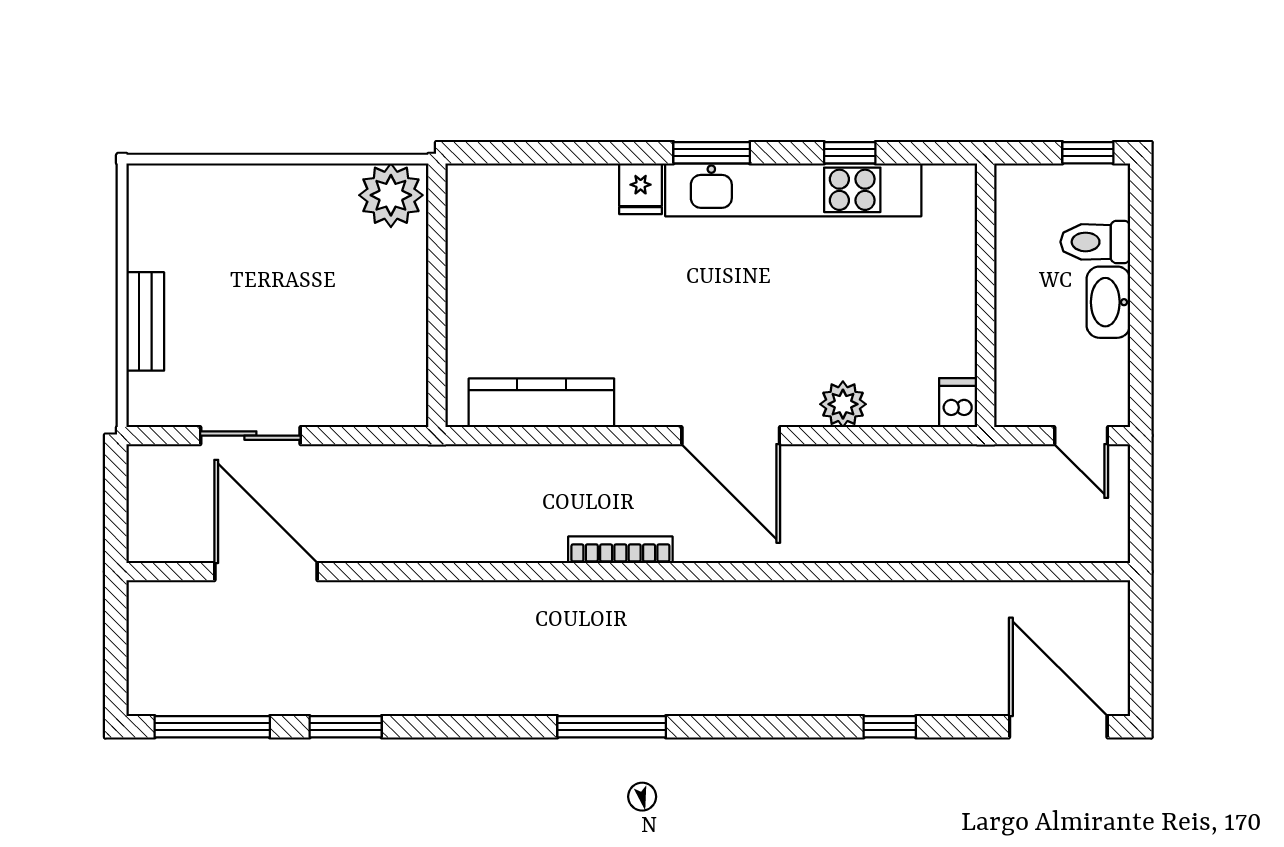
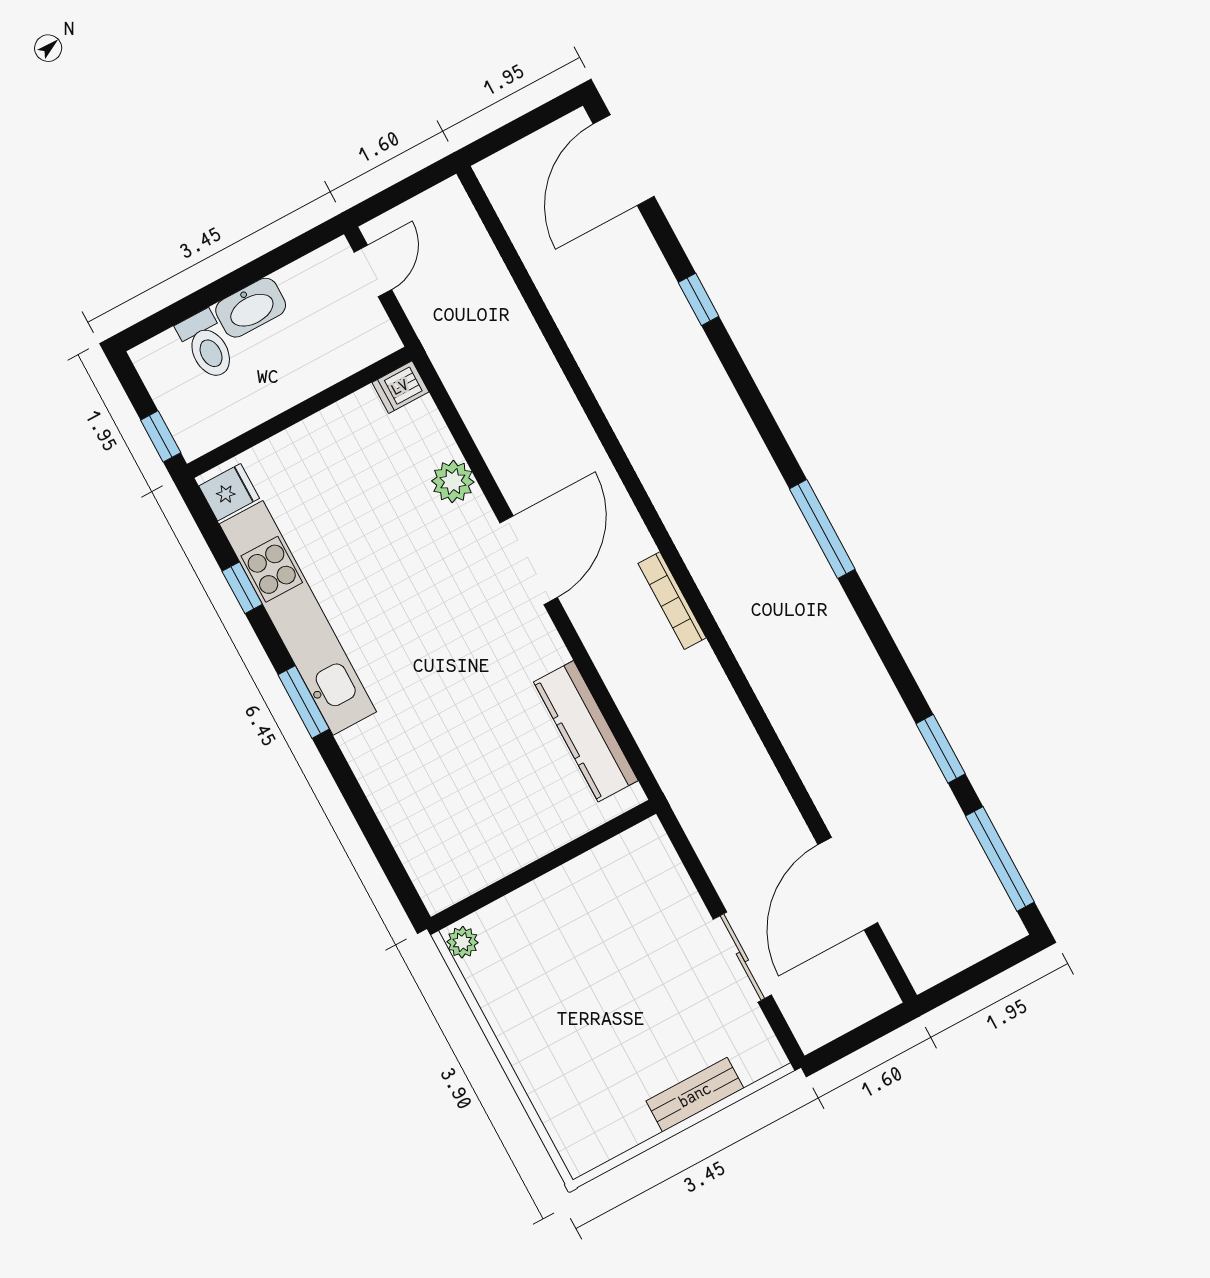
window: (1088, 153) -> (161, 436), moved
fridge: (641, 189) -> (229, 492), moved
plant: (391, 195) -> (462, 942), width x0.53, depth x0.53

